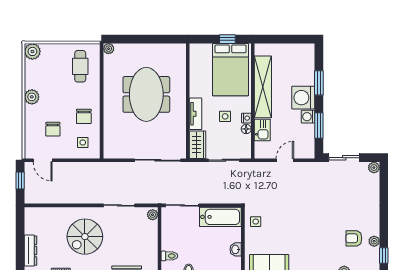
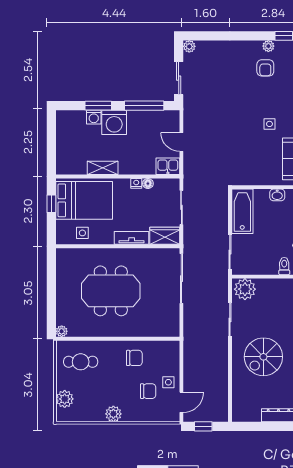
plant: (32, 51) -> (65, 399), moved
shelving: (263, 87) -> (103, 168), width x0.45, depth x0.75
side table: (225, 116) -> (82, 233), moved
washing machine: (308, 117) -> (94, 117), moved
window: (319, 126) -> (144, 106), width x1.44
kitchen sink: (262, 130) -> (168, 166), moved
side table: (83, 142) -> (168, 382), moved
plant: (153, 215) -> (245, 289), width x1.87, depth x1.87
side table: (256, 222) -> (269, 124), moved
spiral stairs: (85, 237) -> (263, 357), turned 90

